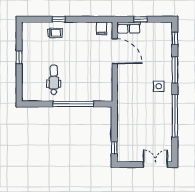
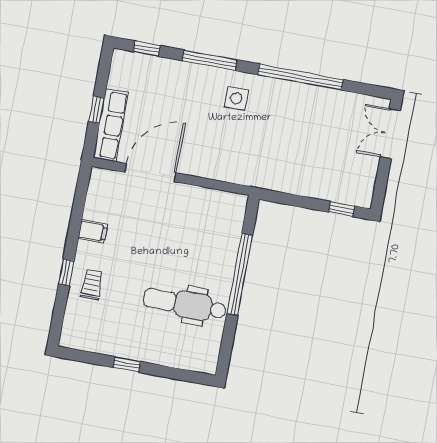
filing cabinet: (102, 28) -> (93, 231), moved
row of seats: (129, 28) -> (111, 125), width x1.48
dental chair: (54, 80) -> (185, 304), width x1.36, depth x1.38

